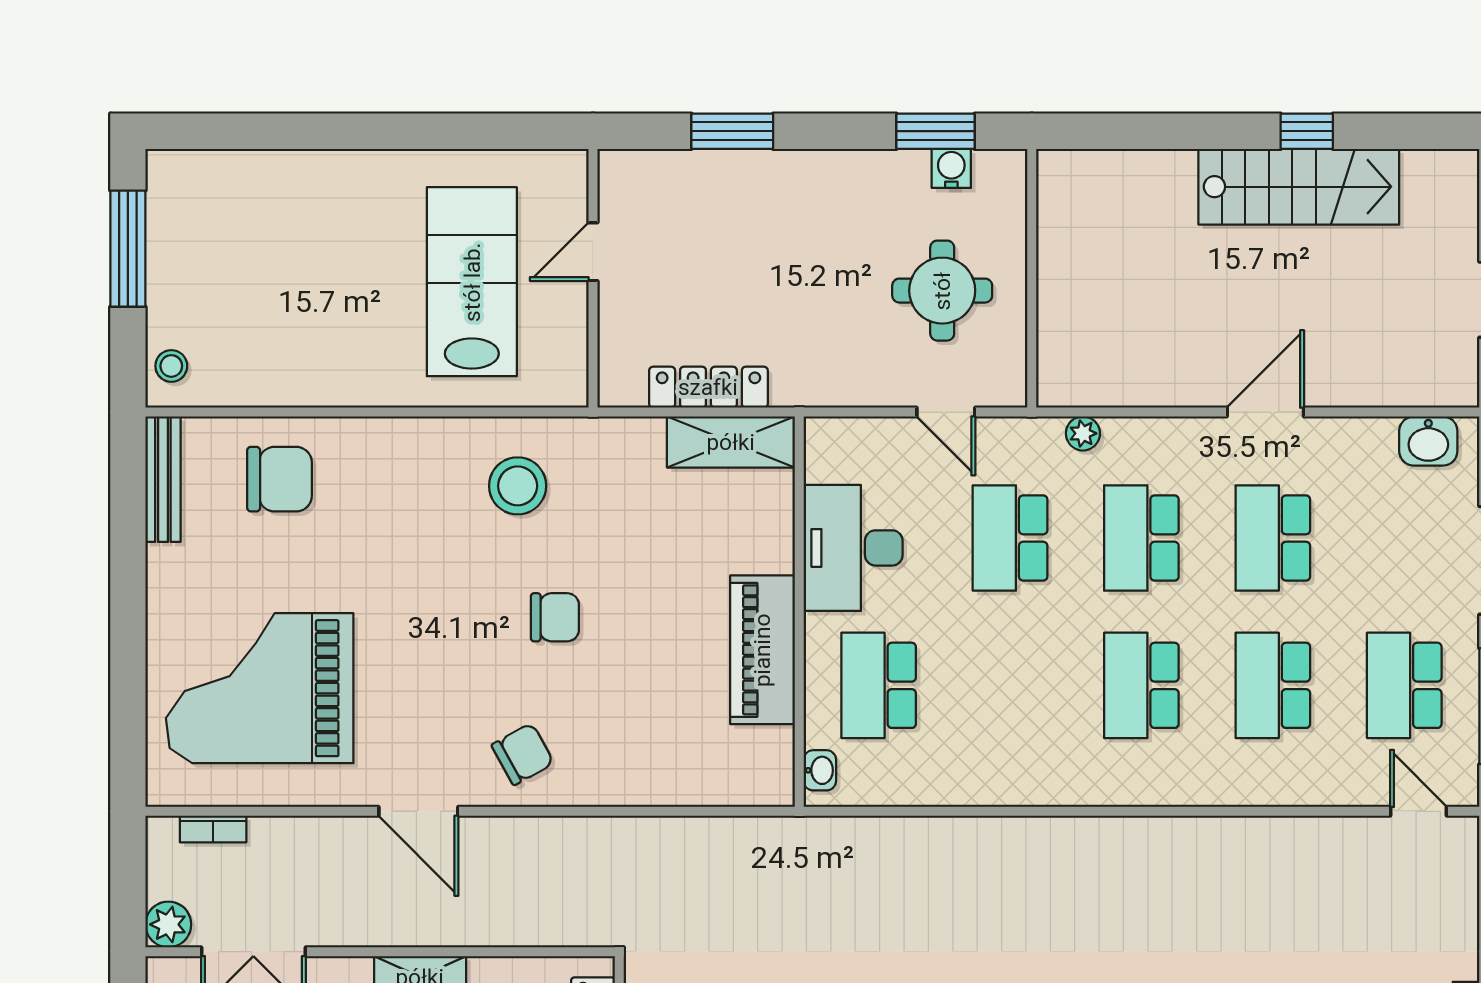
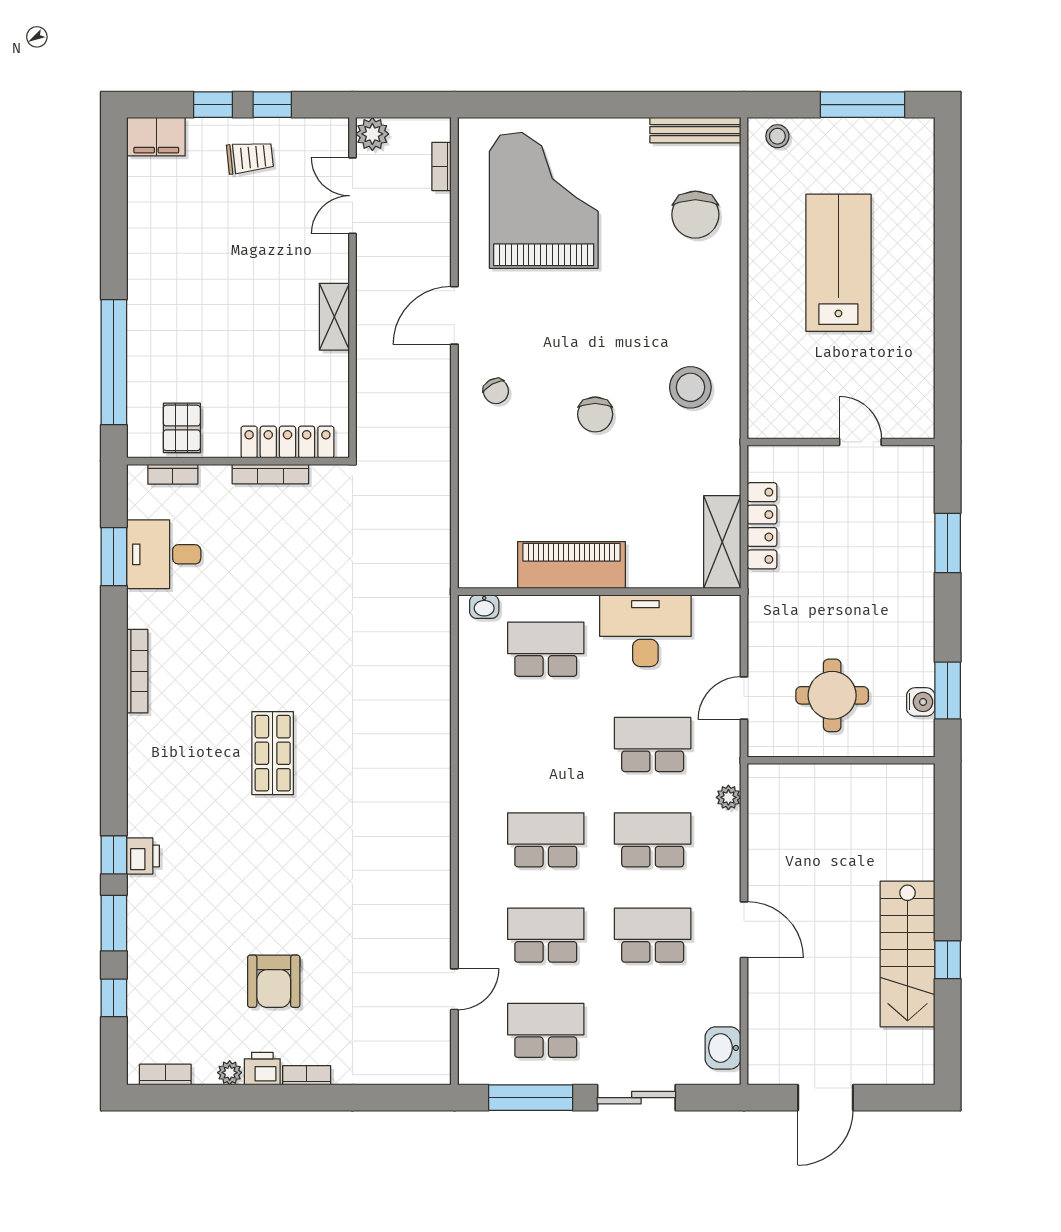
lab bench: (472, 282) -> (838, 263), moved, turned -90
chair: (523, 754) -> (496, 391), width x0.73, depth x0.73
door: (1418, 811) -> (454, 989), moved

